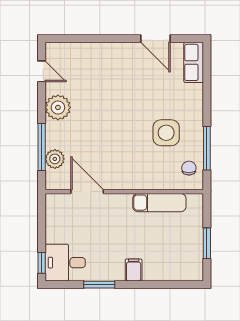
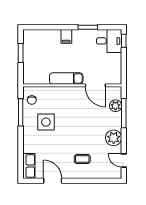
coffee table: (108, 74) -> (82, 159), added
exam couch: (159, 203) -> (66, 78), moved

